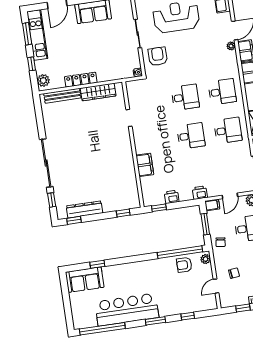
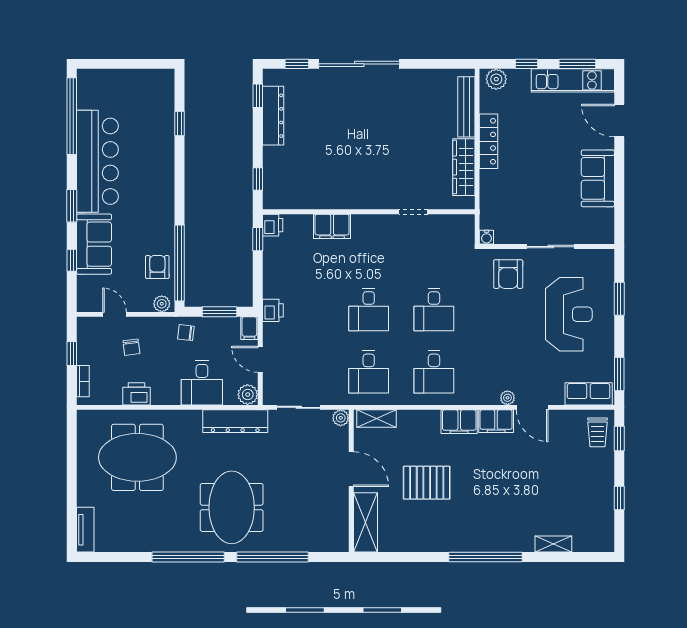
armchair: (158, 56) -> (508, 274), turned 90
printer: (172, 197) -> (273, 225), moved
sofa: (85, 280) -> (94, 244), moved, turned 180

